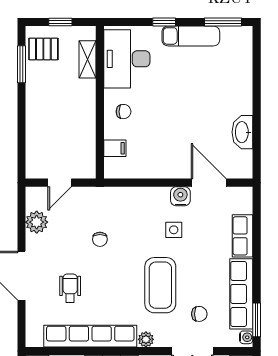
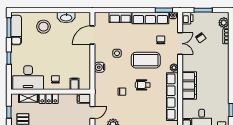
exam couch: (191, 36) -> (16, 30), moved
stool: (225, 89) -> (43, 27), added
locker: (86, 99) -> (49, 99), added
filing cabinet: (87, 166) -> (84, 98), added
door: (60, 183) -> (92, 113), hinge flipped
water cooler: (180, 196) -> (100, 67), moved
wheelchair: (70, 288) -> (143, 85), moved

